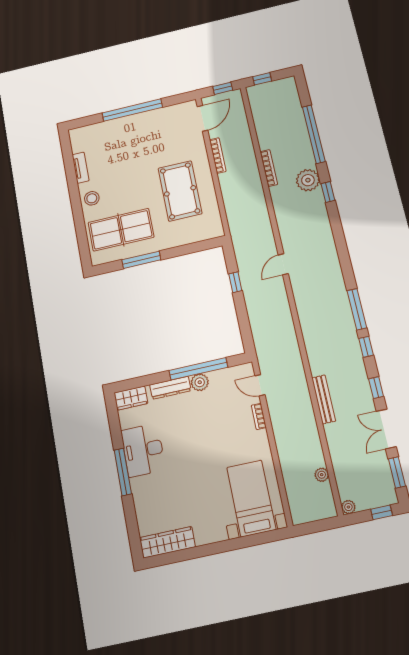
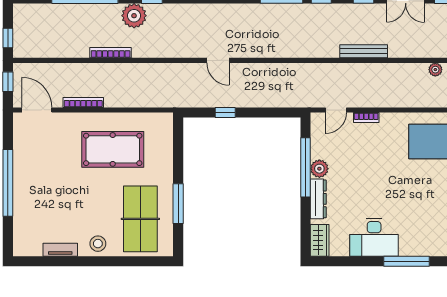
window: (123, 472) -> (407, 261), moved

